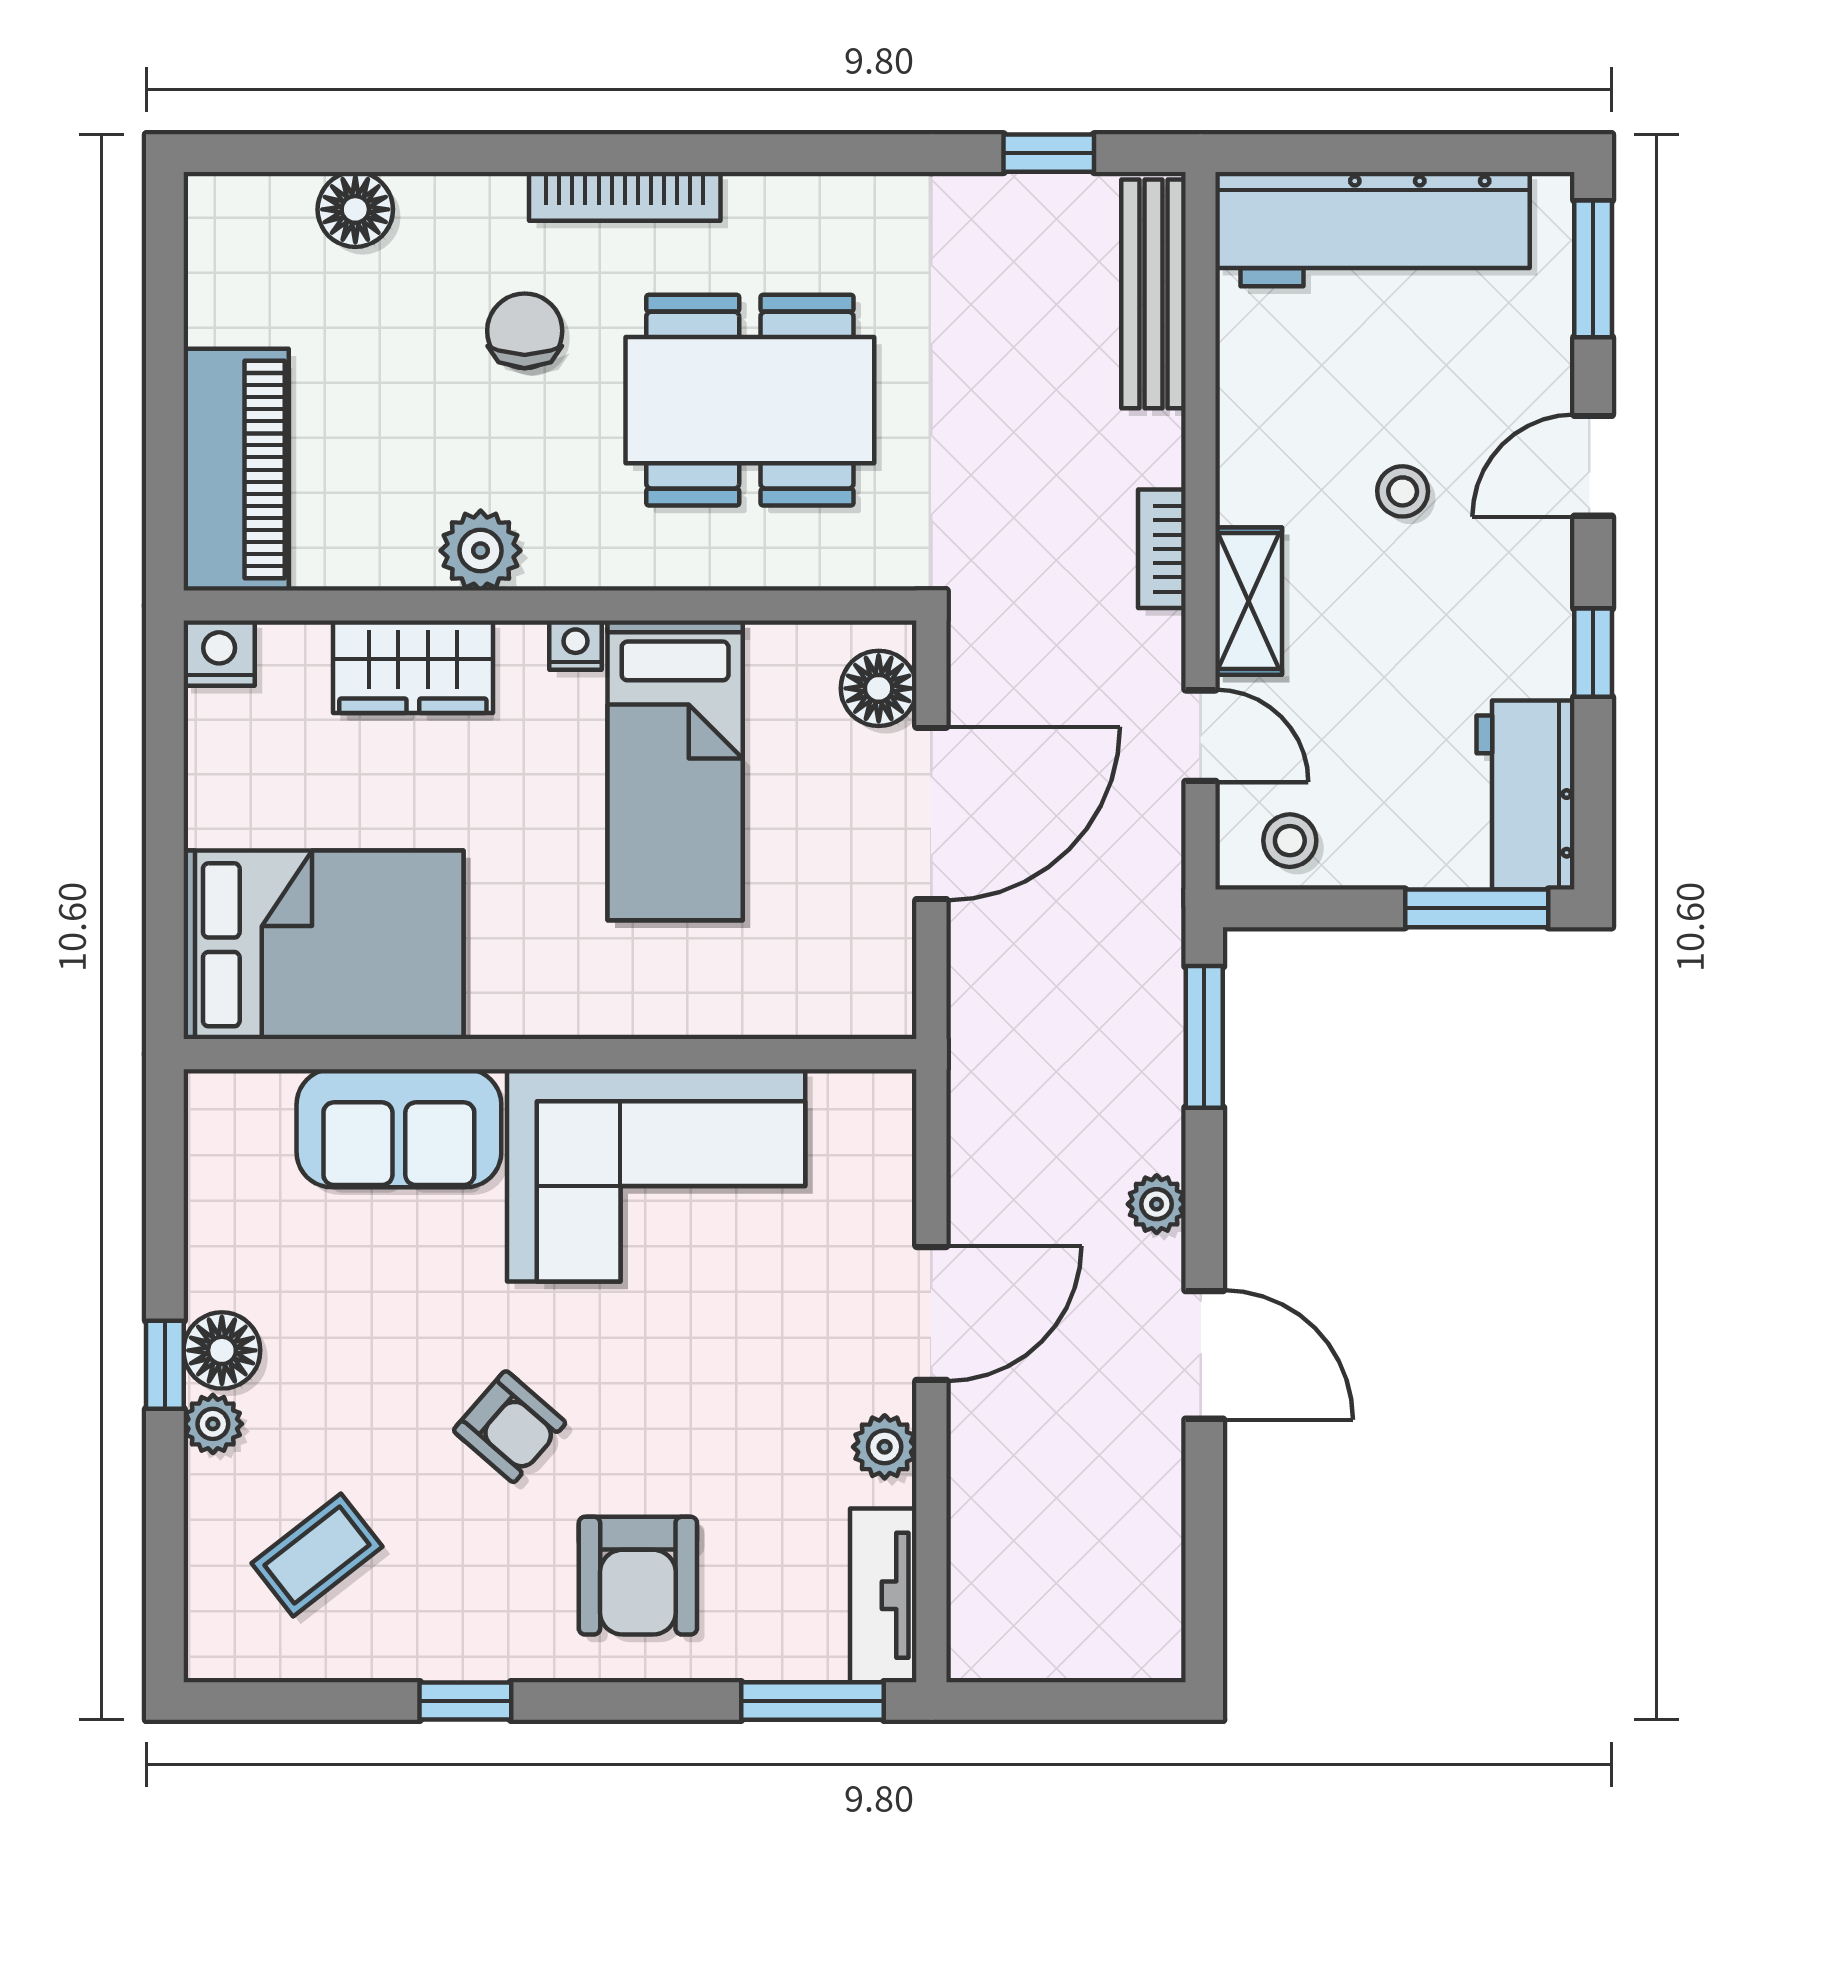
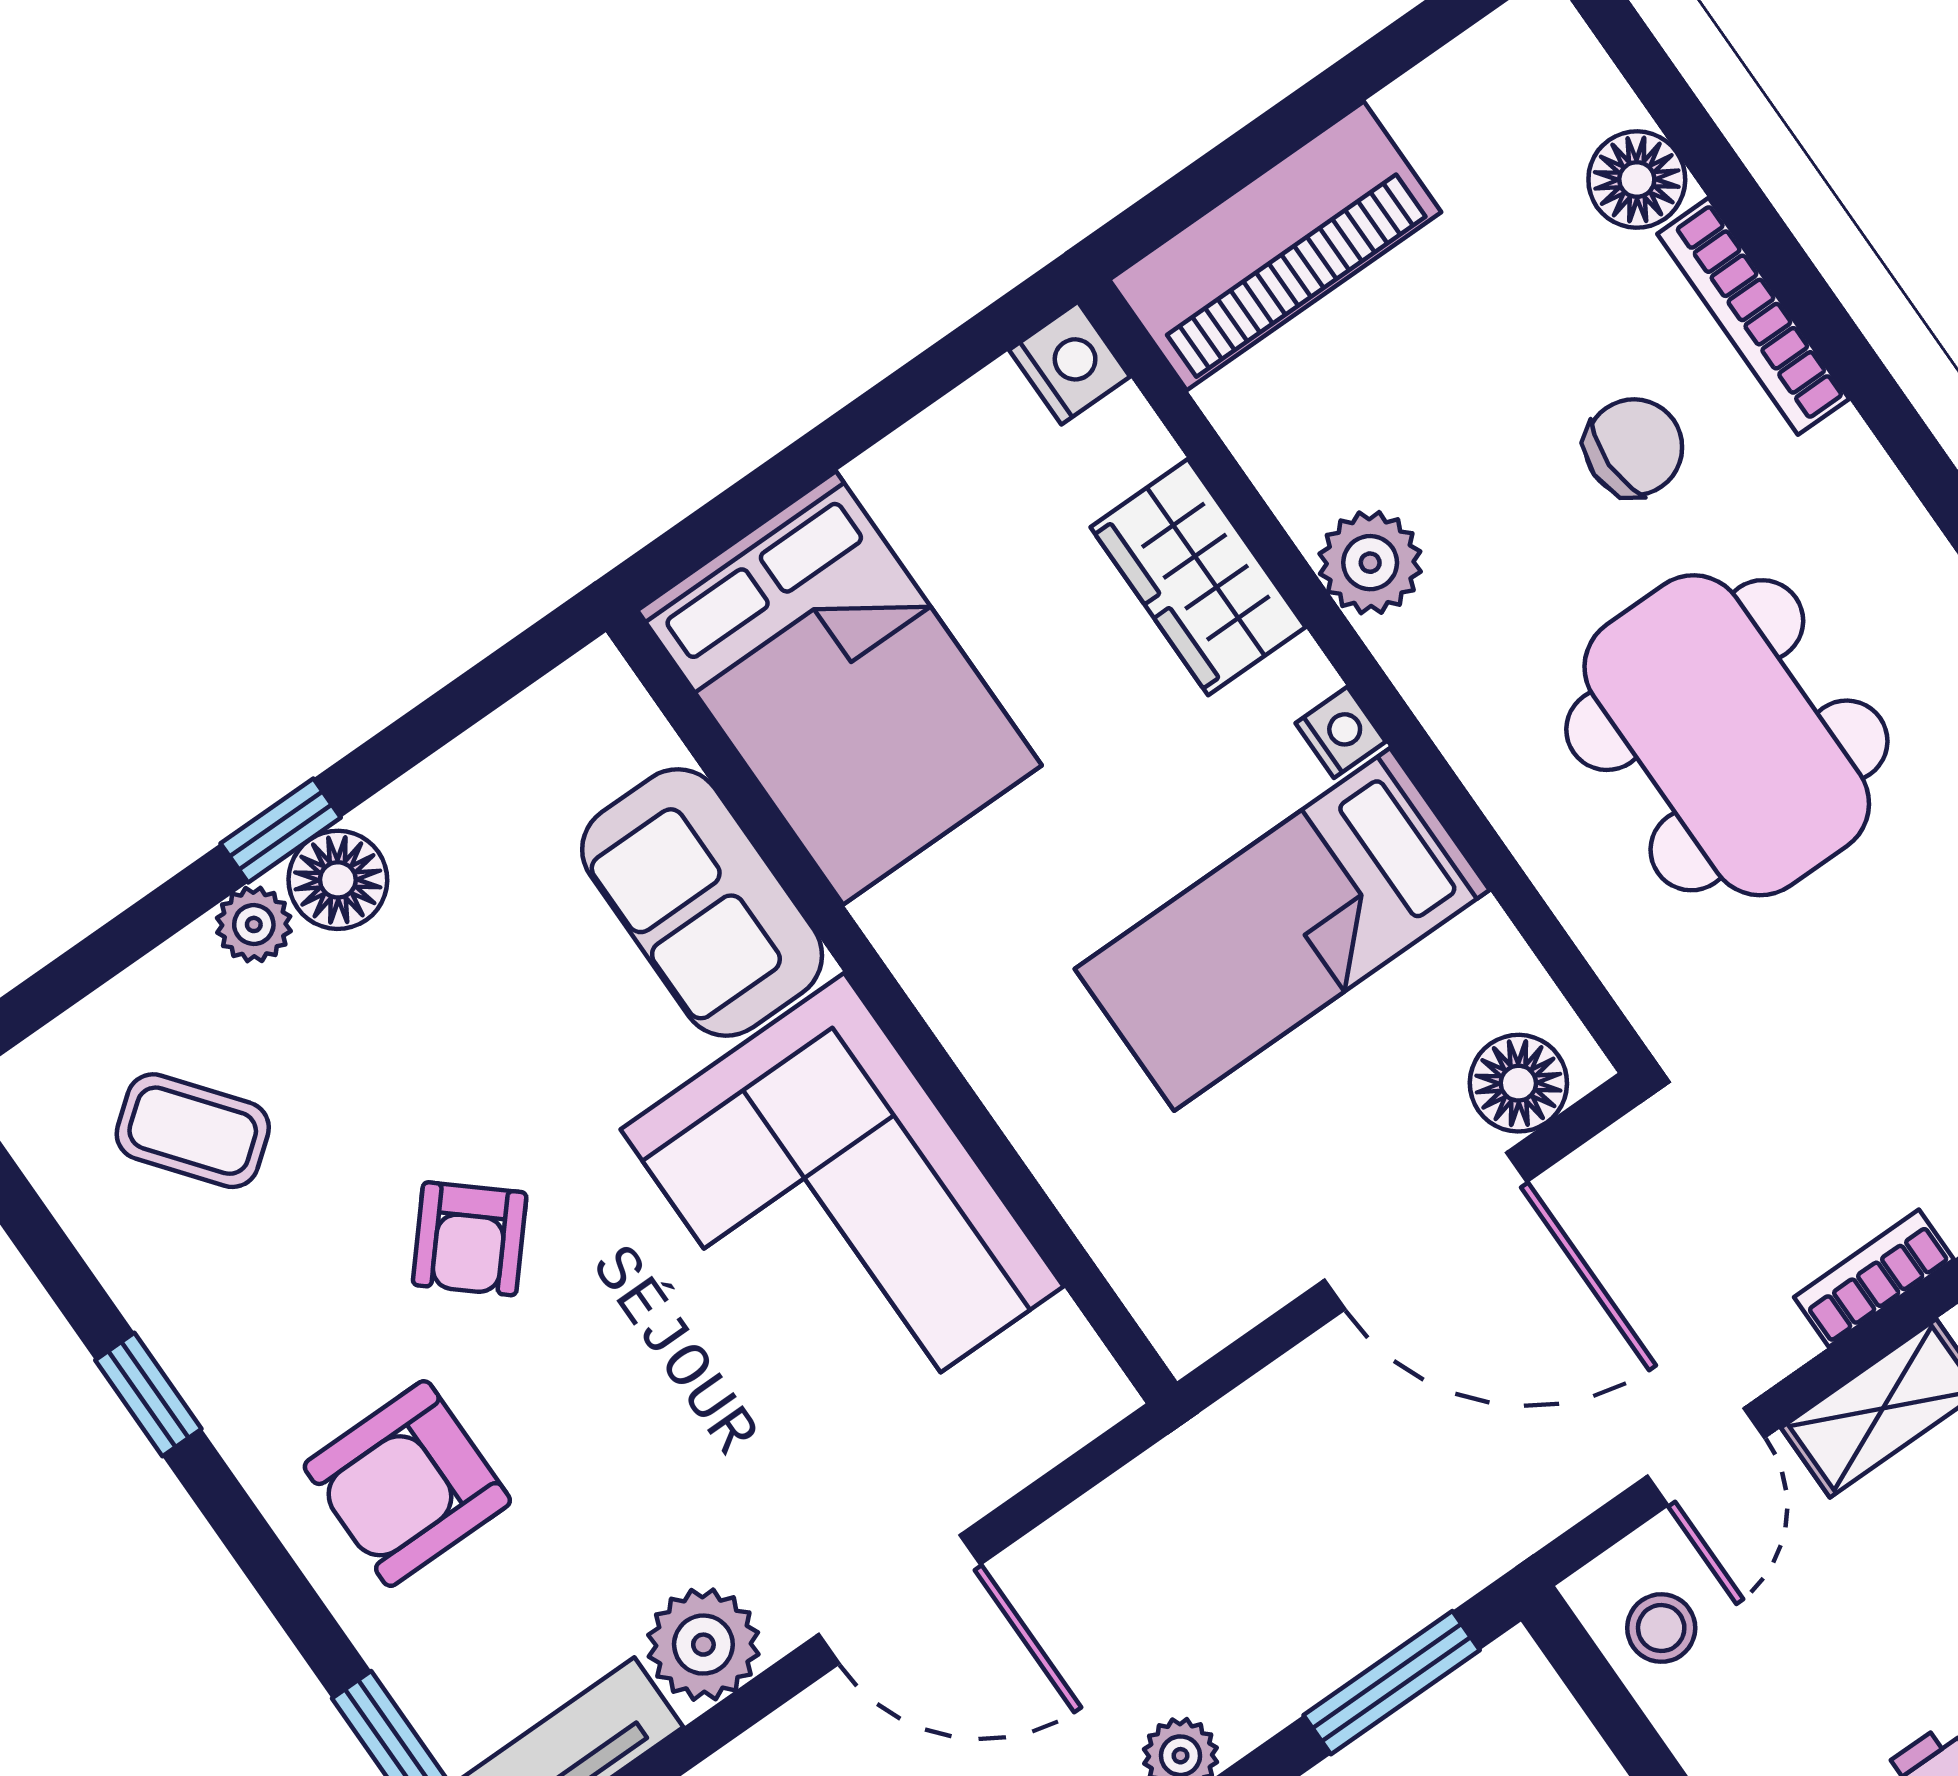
bookcase: (625, 196) -> (1753, 316), moved
plant: (885, 1447) -> (703, 1645), width x1.38, depth x1.38

